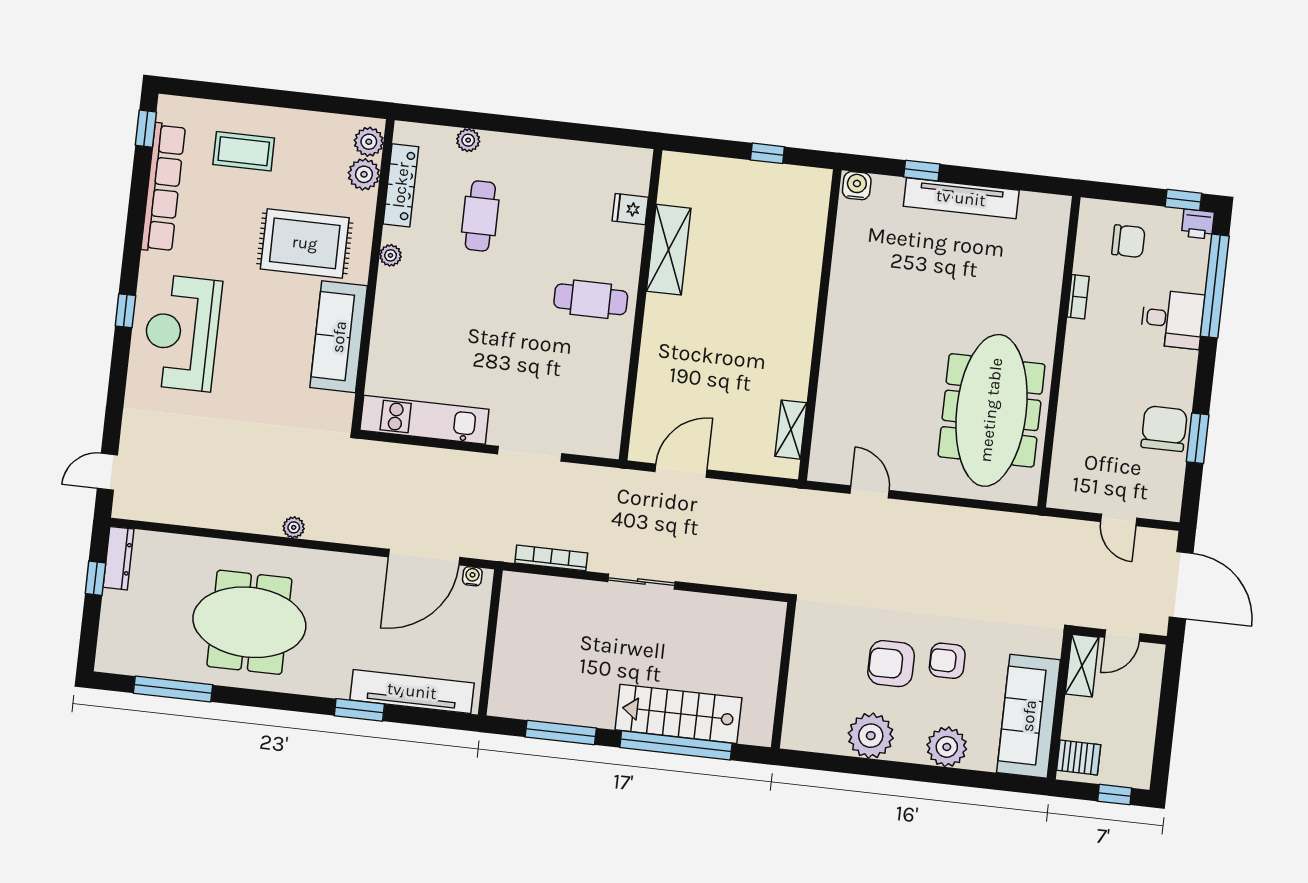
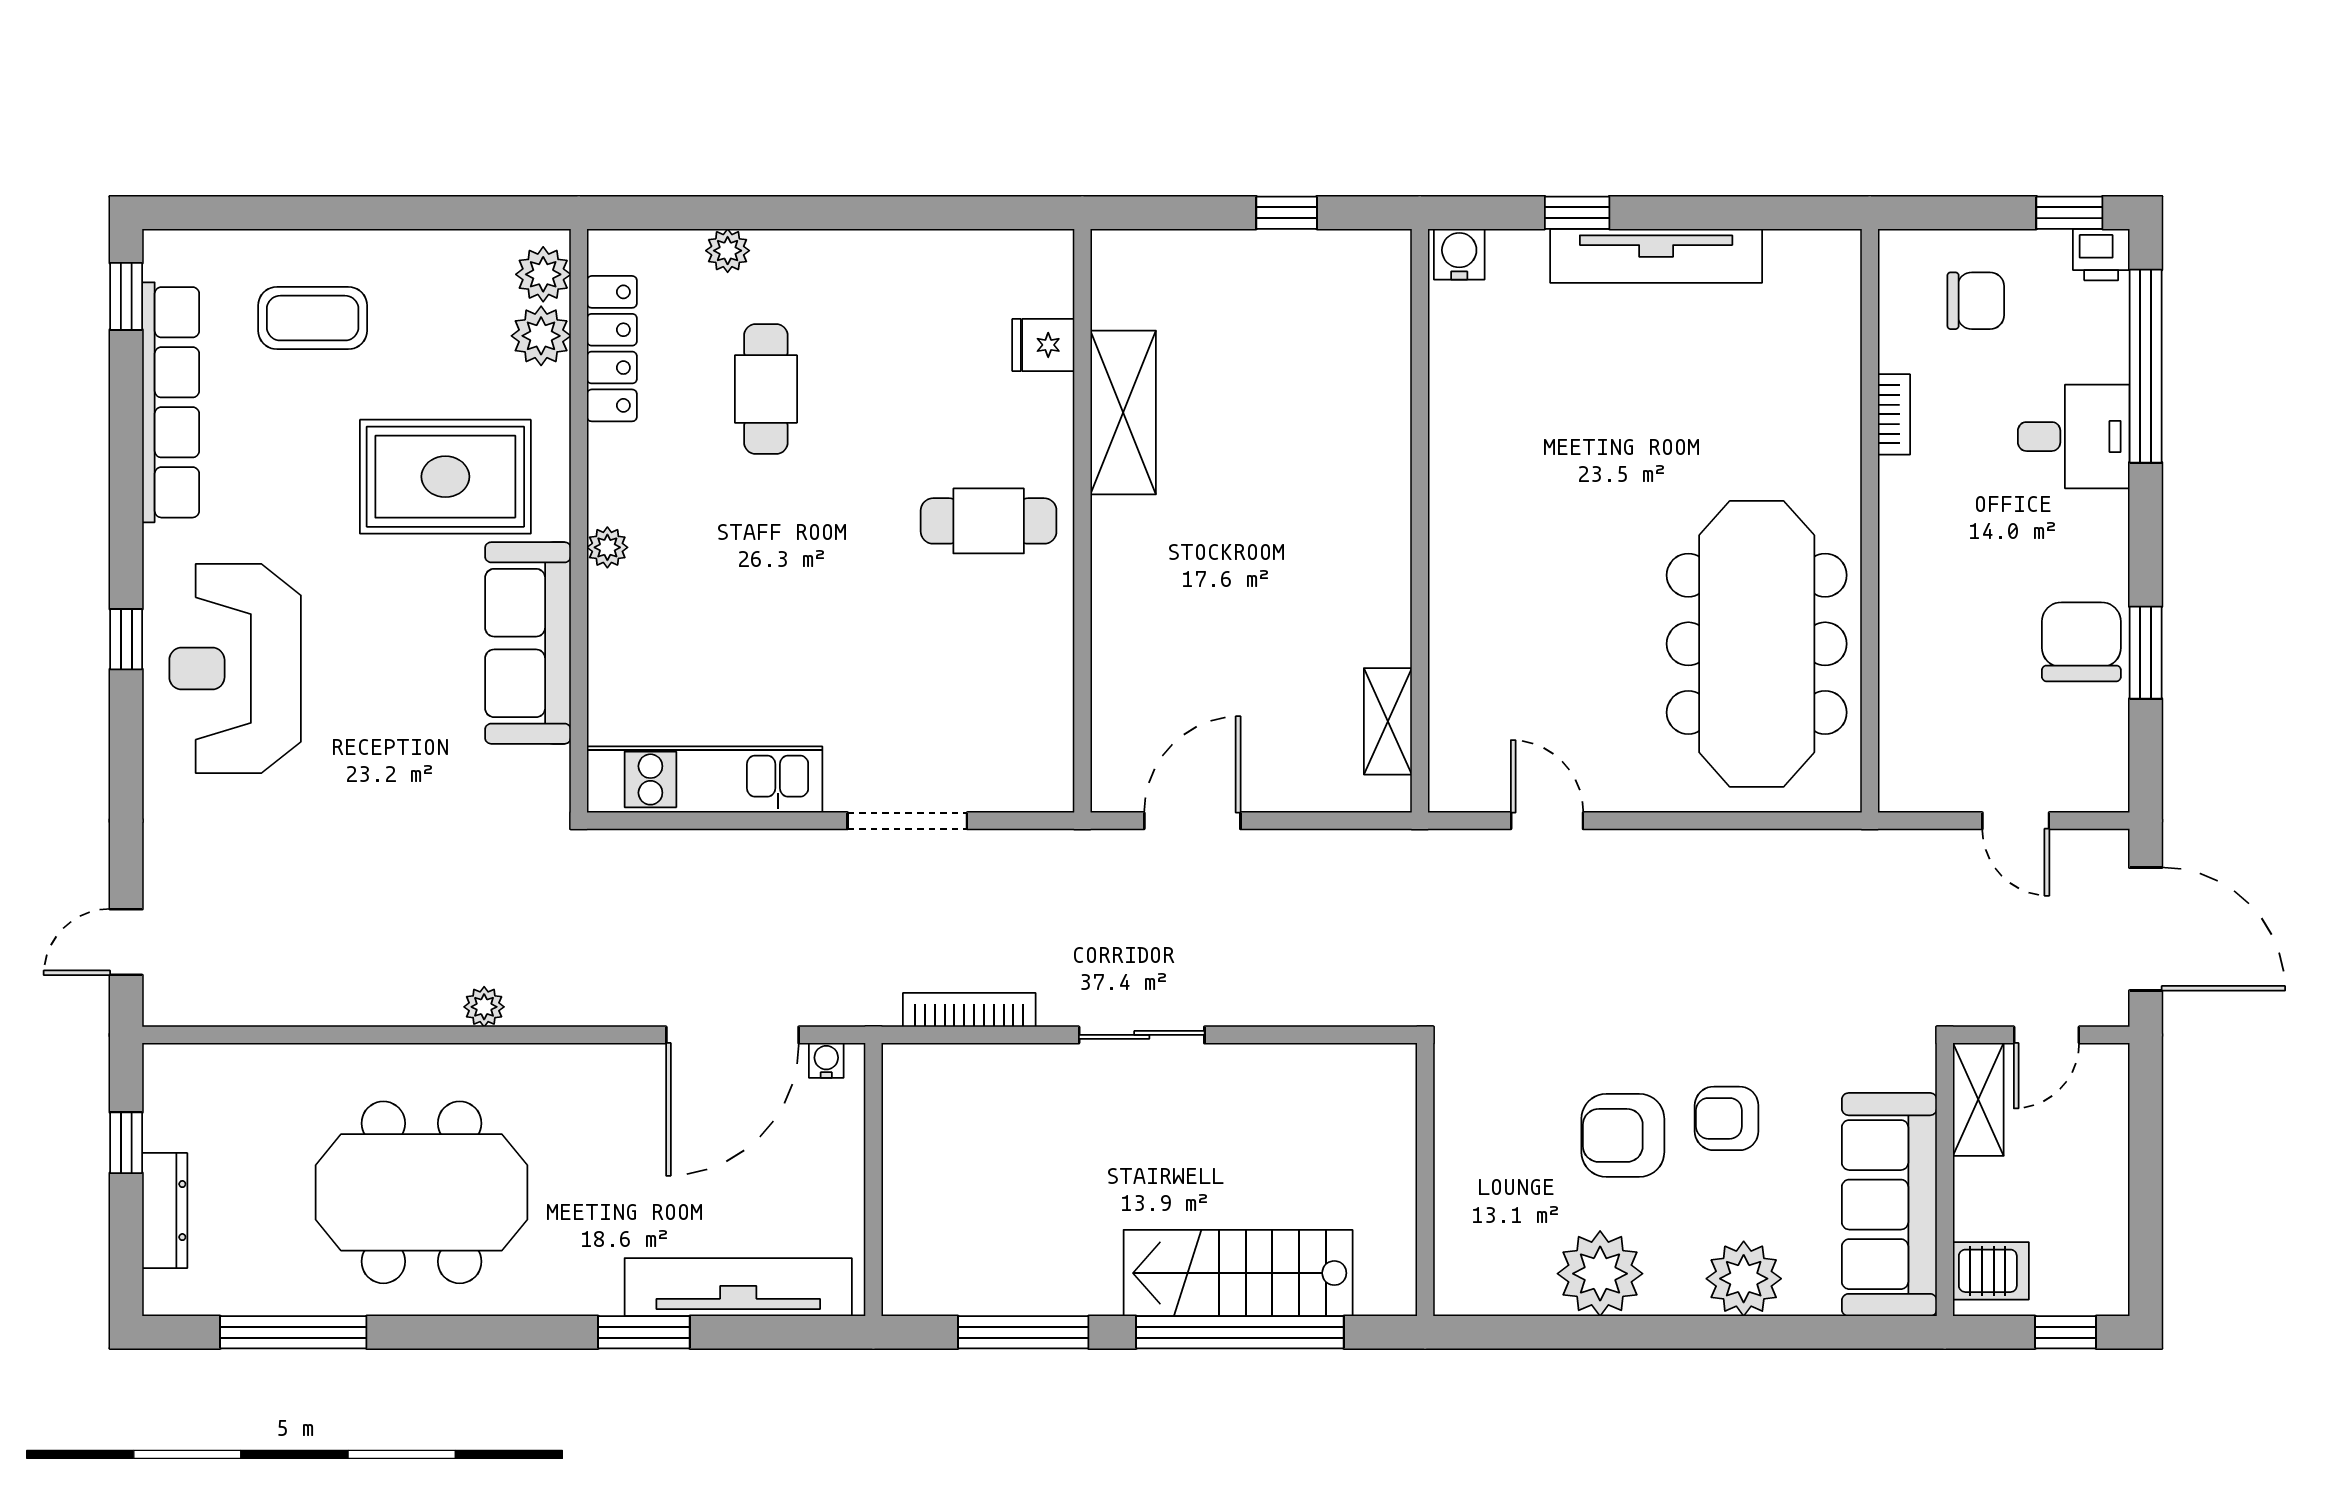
plant: (391, 255) -> (607, 547), moved
dresser: (118, 558) -> (165, 1211), moved

